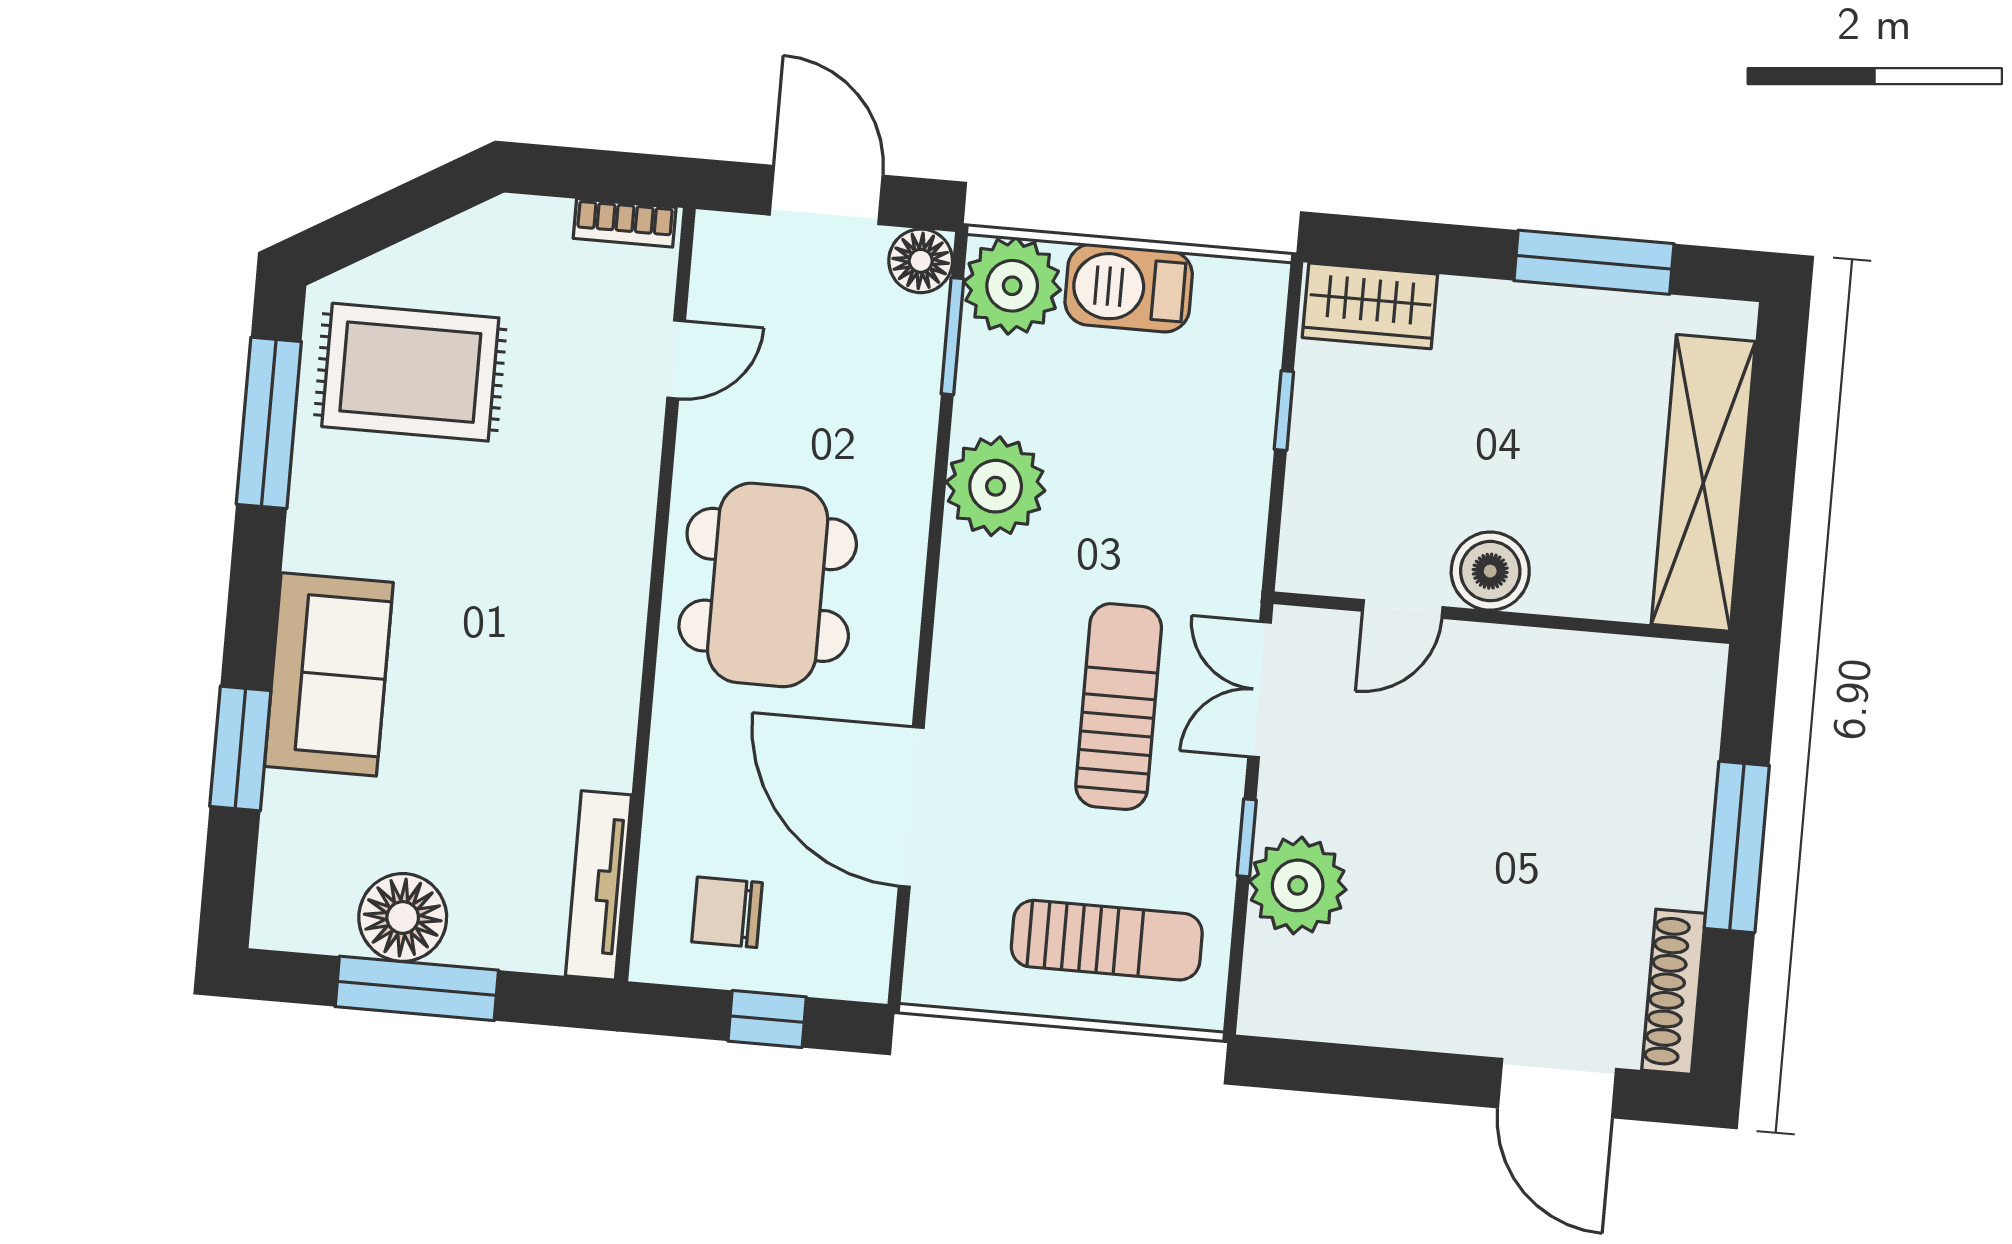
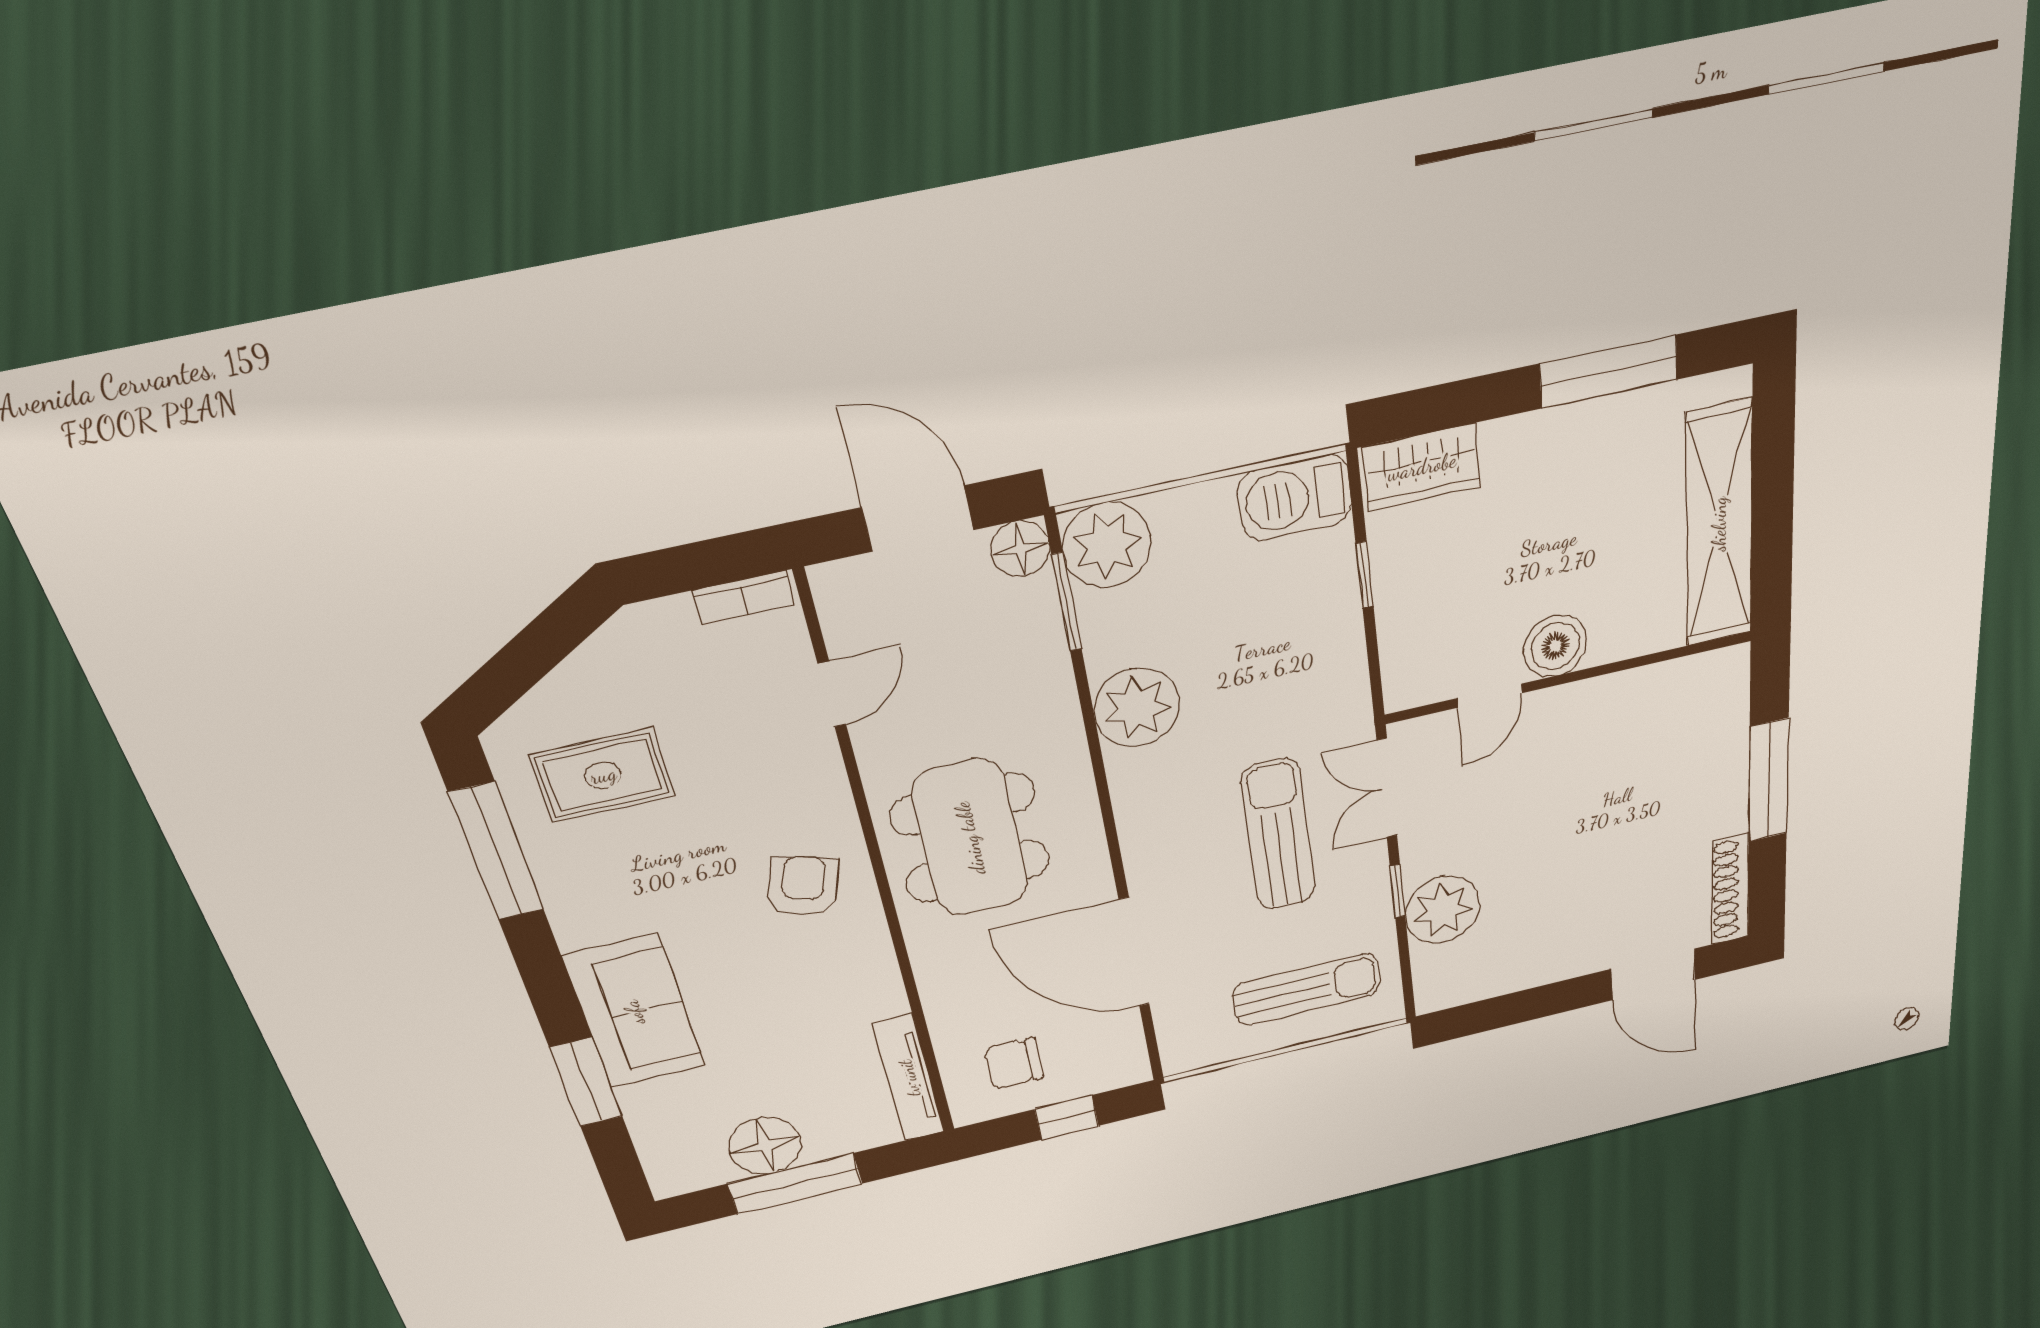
barbecue: (1129, 288) -> (1295, 497), moved
rug: (410, 372) -> (603, 775), width x0.73, depth x0.70
armchair: (567, 580) -> (803, 886), added

